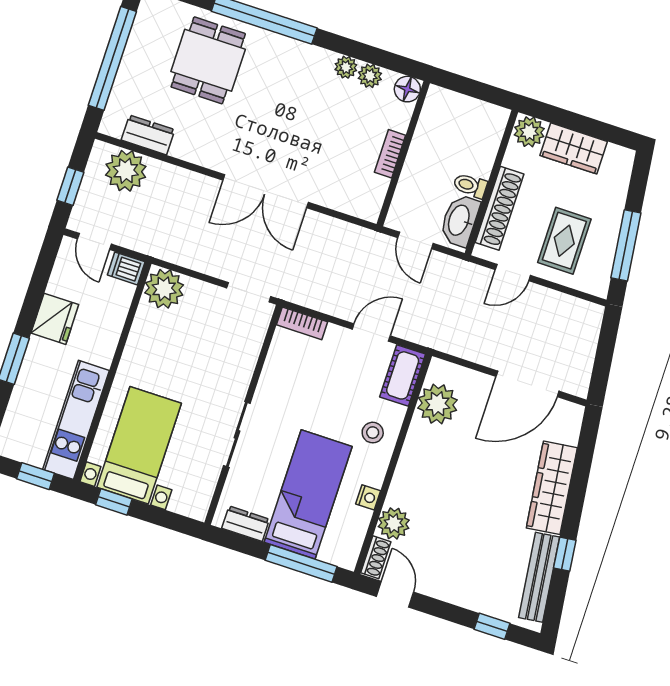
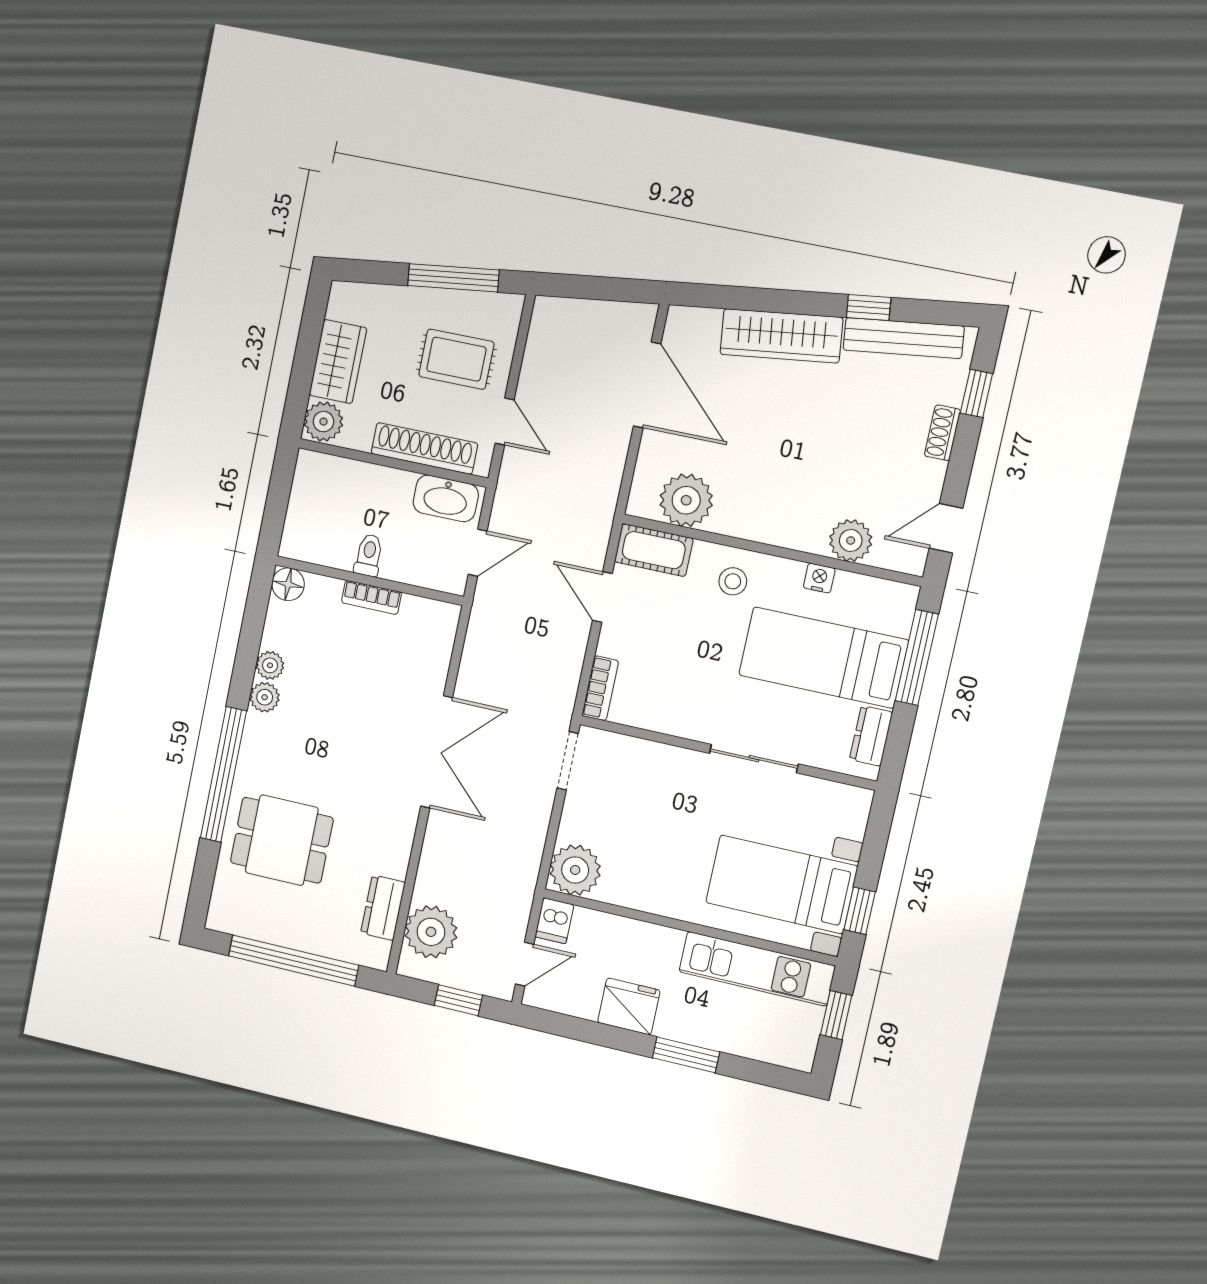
plant: (370, 76) -> (265, 697), moved
toilet: (470, 186) -> (369, 555), moved, turned 180
shoe rack: (376, 557) -> (942, 433), moved, turned -90

